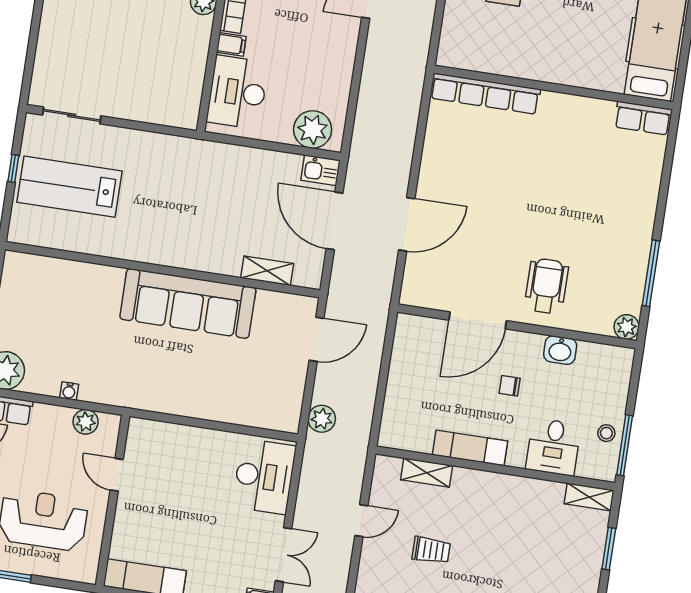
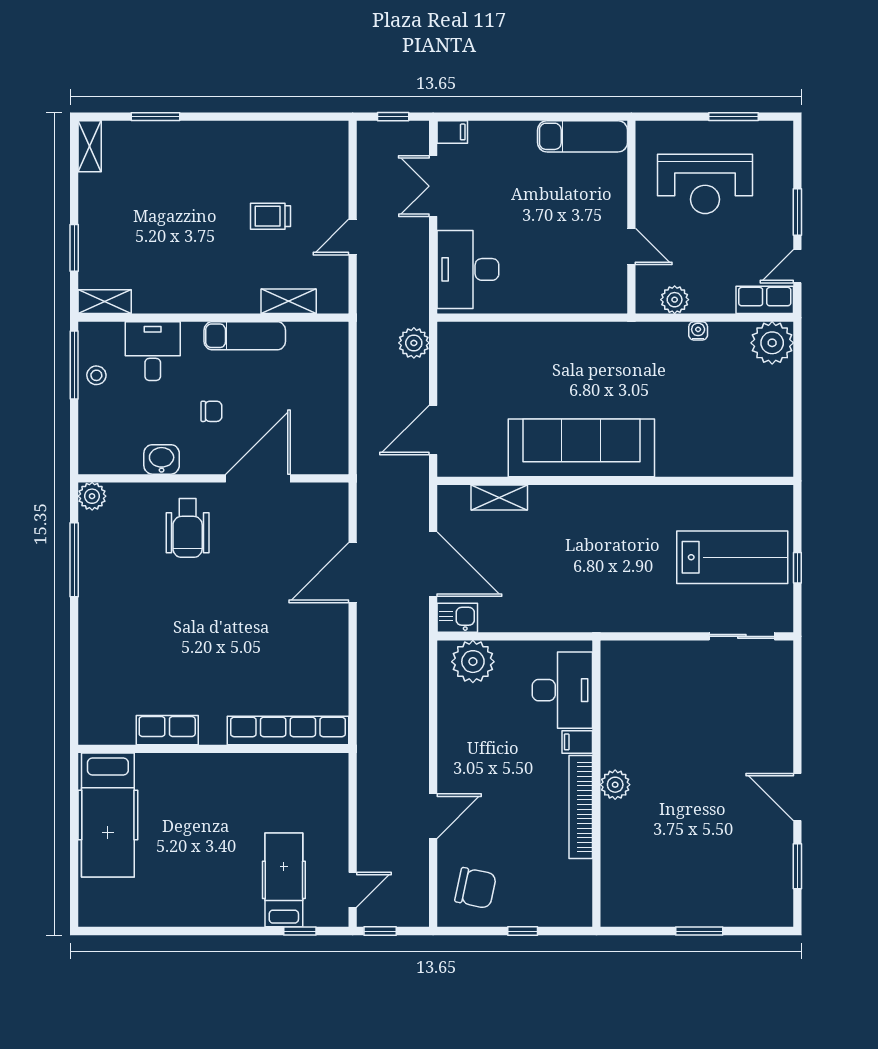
row of seats: (643, 118) -> (167, 730), moved

